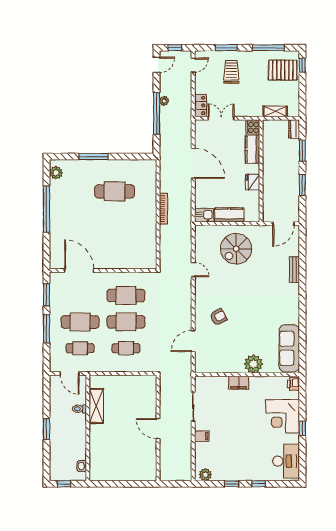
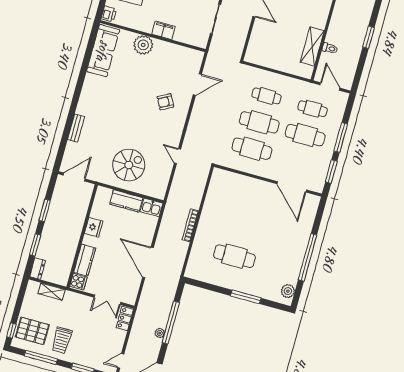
trolley: (231, 72) -> (62, 340), moved

